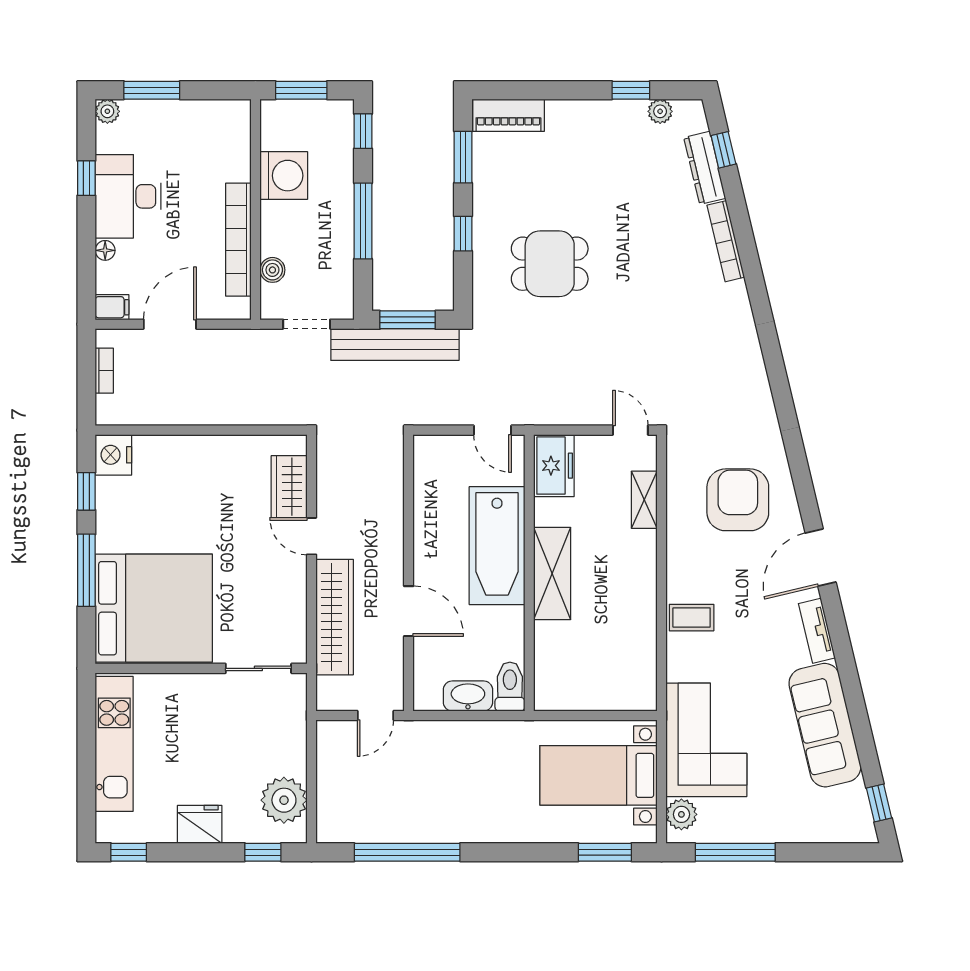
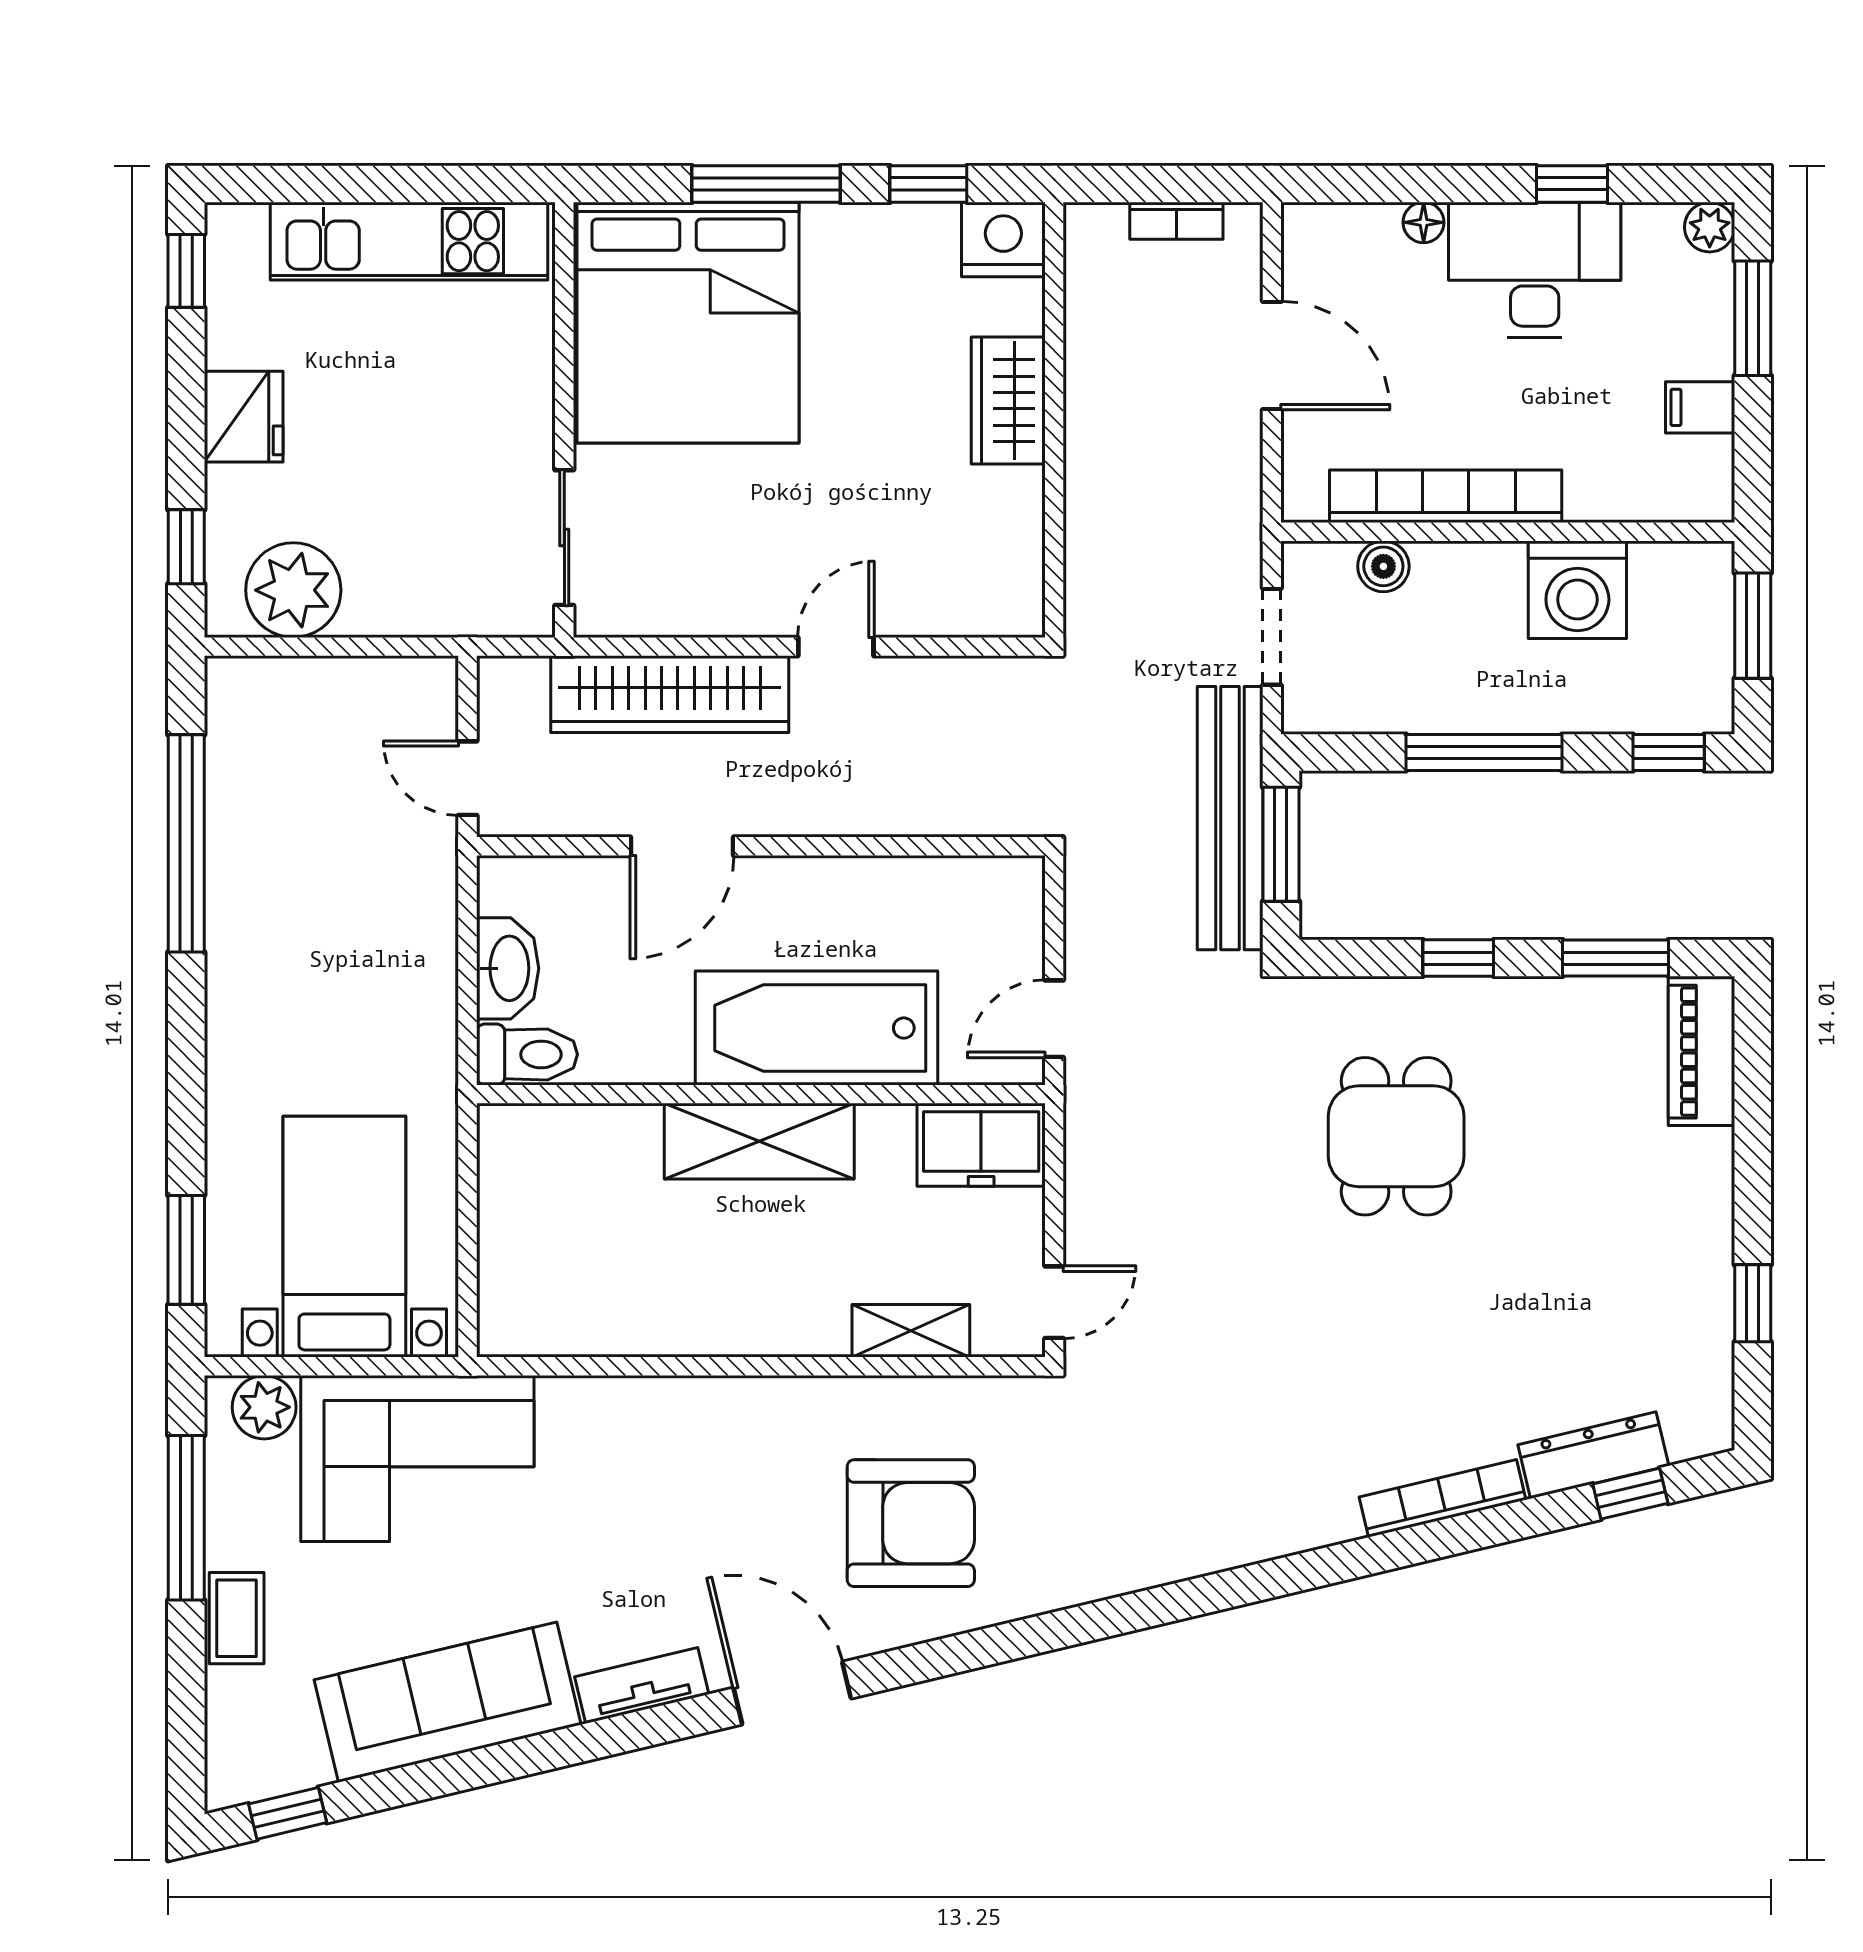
plant: (660, 111) -> (1709, 1363), removed
filing cabinet: (112, 307) -> (1700, 407), moved, turned 90
wardrobe: (289, 487) -> (1008, 401), moved, turned -90
coffee table: (692, 618) -> (237, 1618), moved

